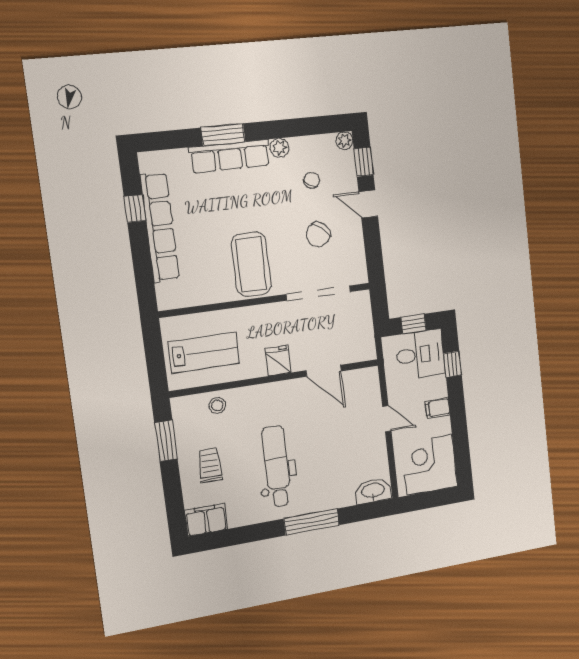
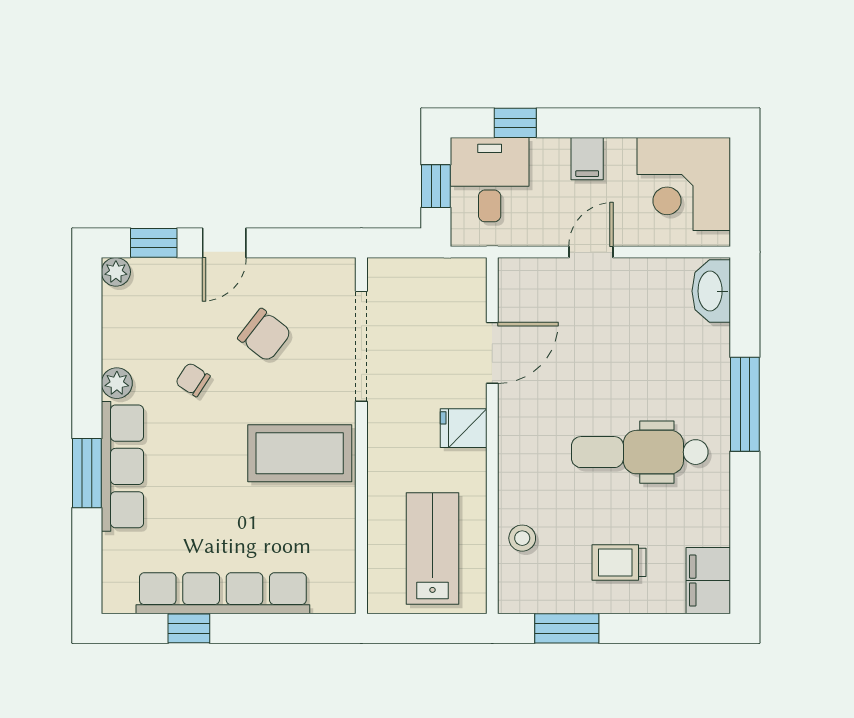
chair: (312, 180) -> (193, 380), moved

